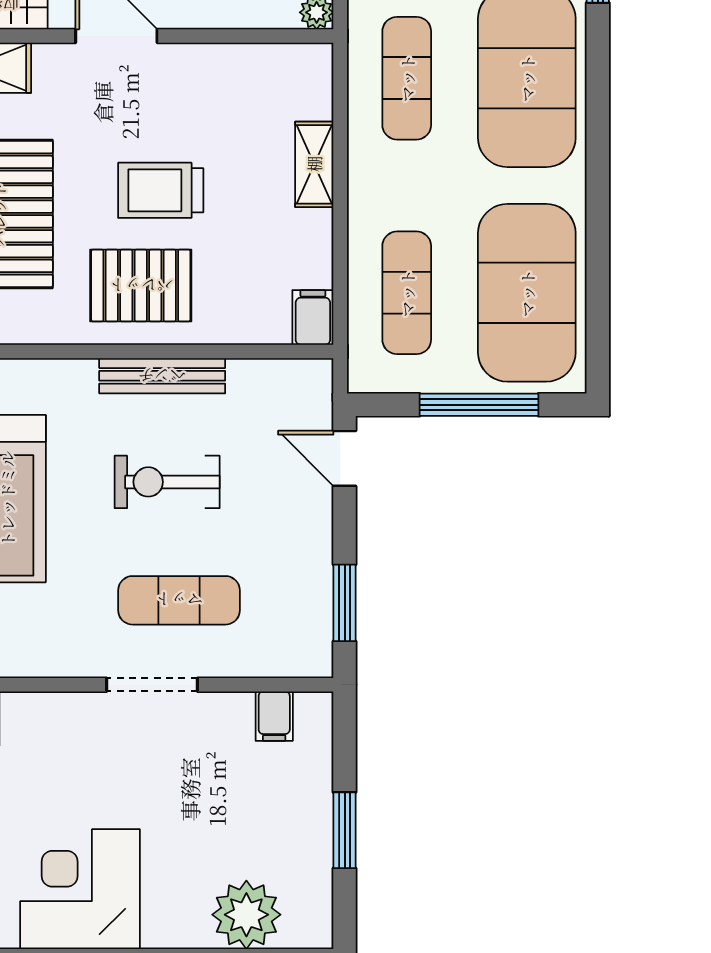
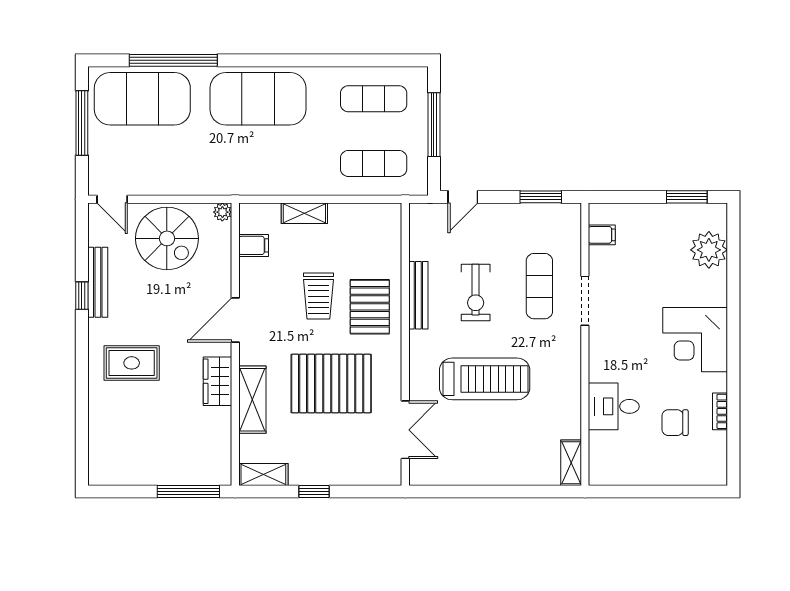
exercise mat: (407, 78) -> (258, 163), removed
exercise mat: (527, 293) -> (374, 99), width x0.50, depth x0.69
filing cabinet: (313, 317) -> (254, 245), moved, turned 180
window: (345, 830) -> (687, 197), moved

